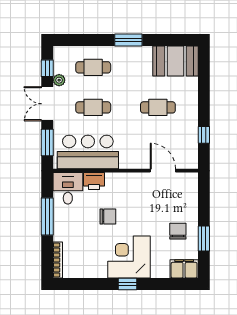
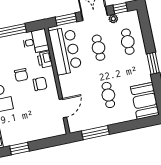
window: (204, 135) -> (95, 133), width x2.17
chair: (178, 231) -> (40, 84), moved

